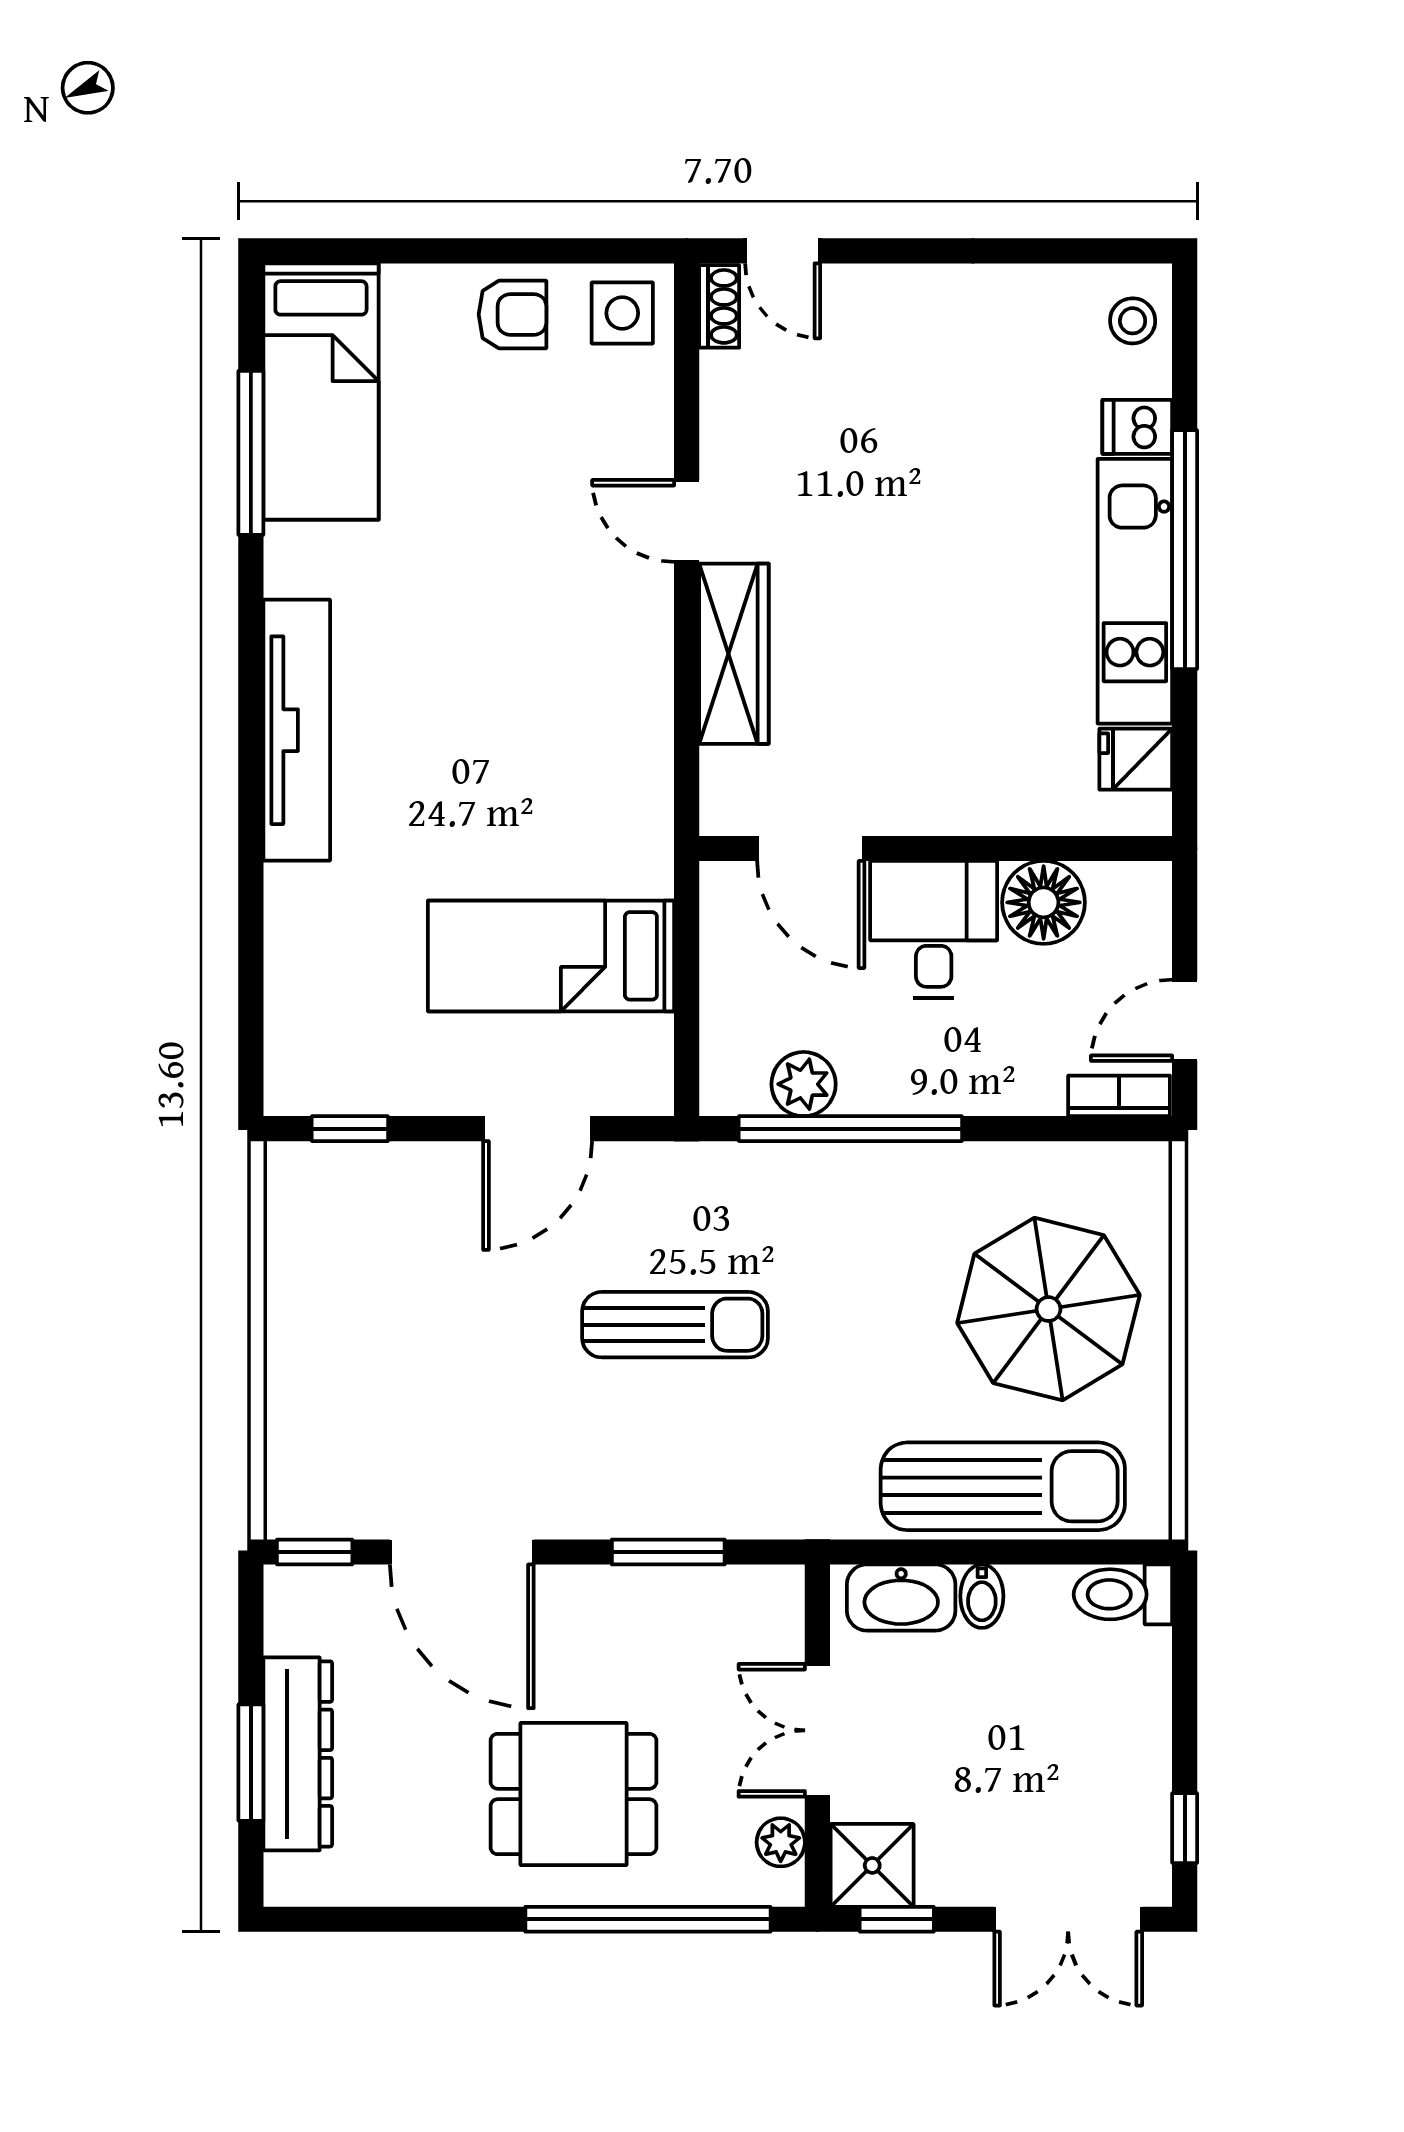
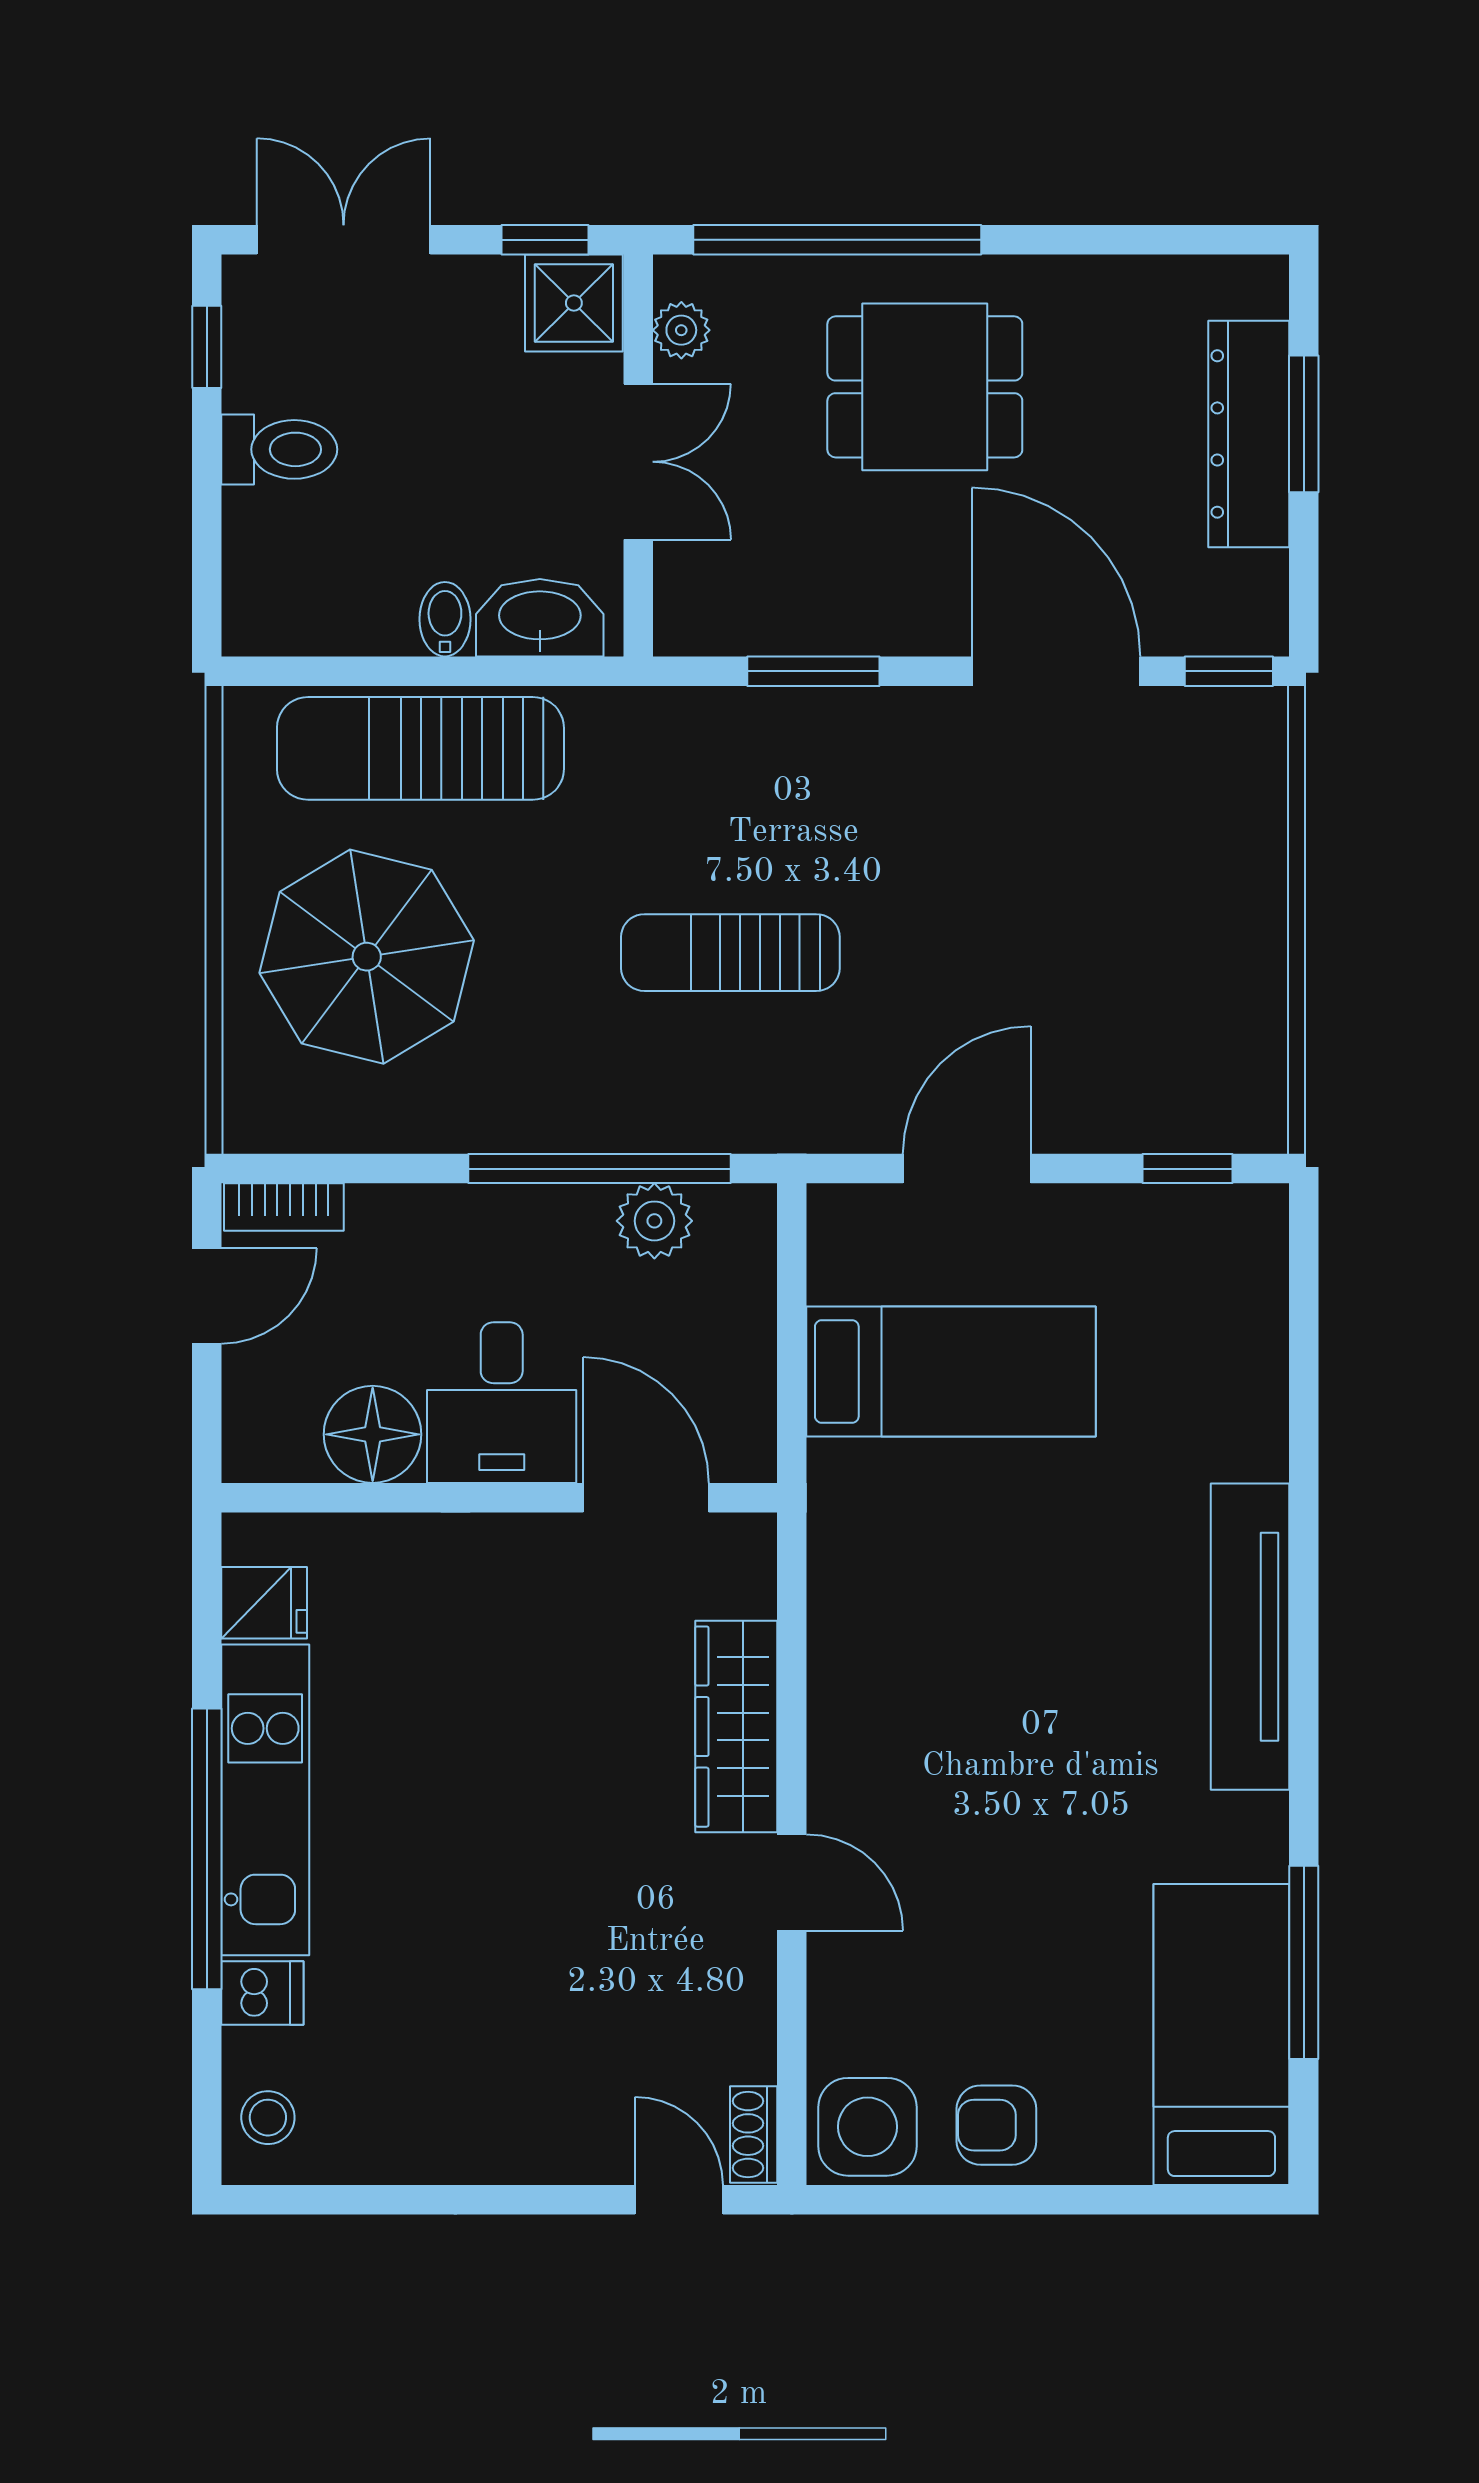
side table: (622, 313) -> (867, 2127), width x1.37, depth x1.37
sun lounger: (675, 1325) -> (730, 953), moved
toilet: (1123, 1594) -> (279, 449), moved

